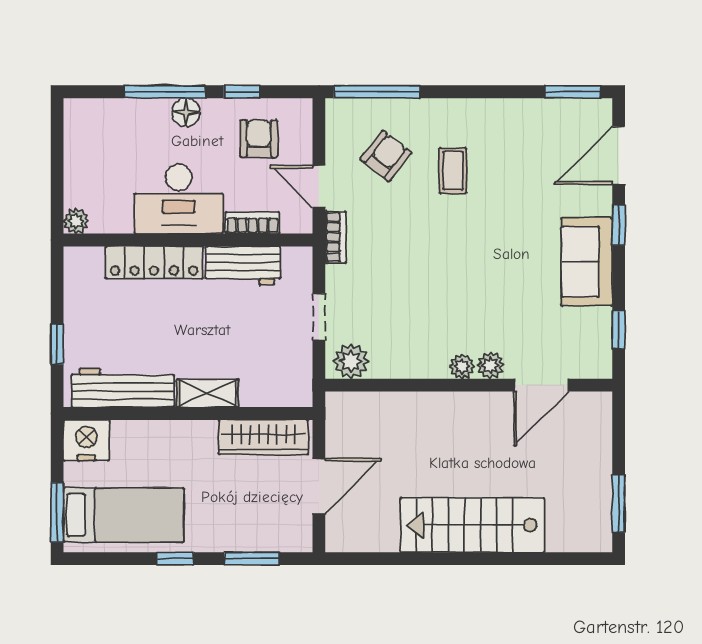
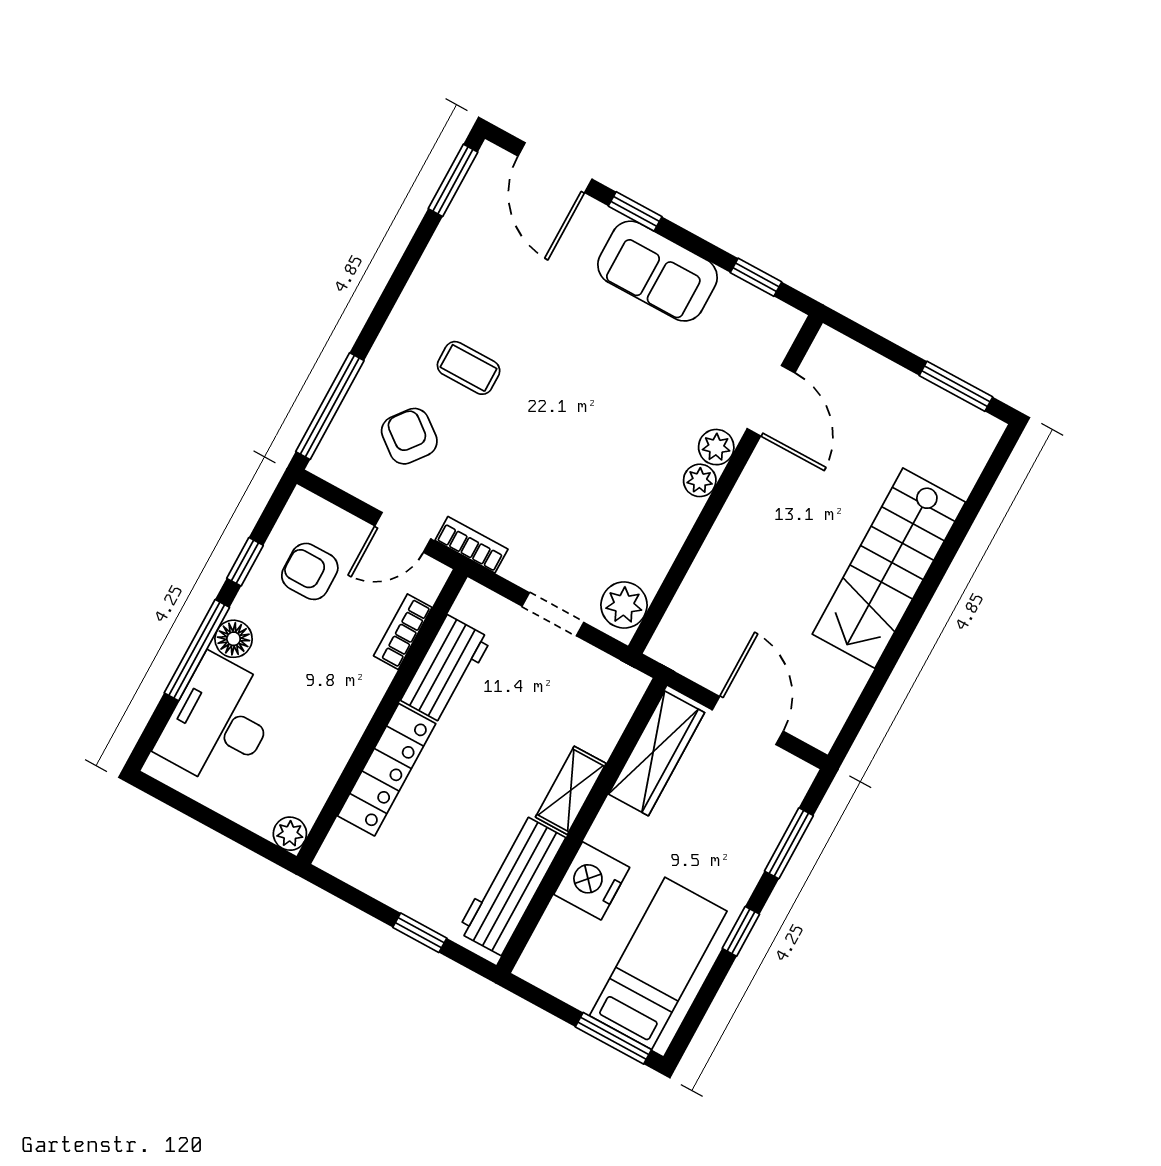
desk: (179, 199) -> (219, 722), moved, turned 180
nightstand: (86, 440) -> (592, 881), moved

